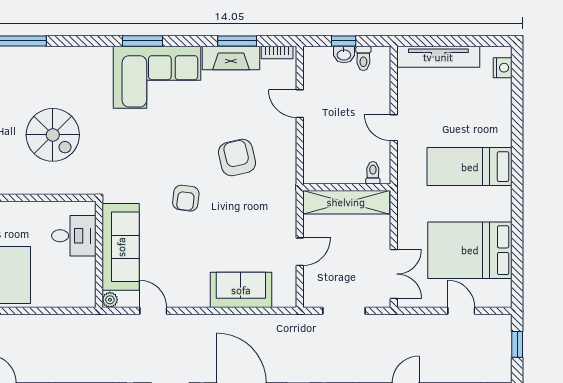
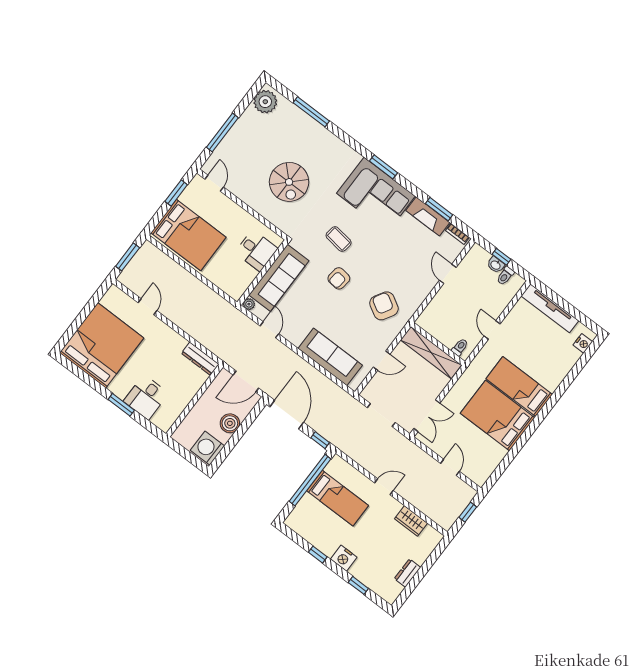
coffee table: (153, 156) -> (339, 239), added
armchair: (237, 158) -> (384, 306), moved, turned -47
bed: (470, 250) -> (498, 416), moved
sofa: (241, 290) -> (330, 357), width x1.36

